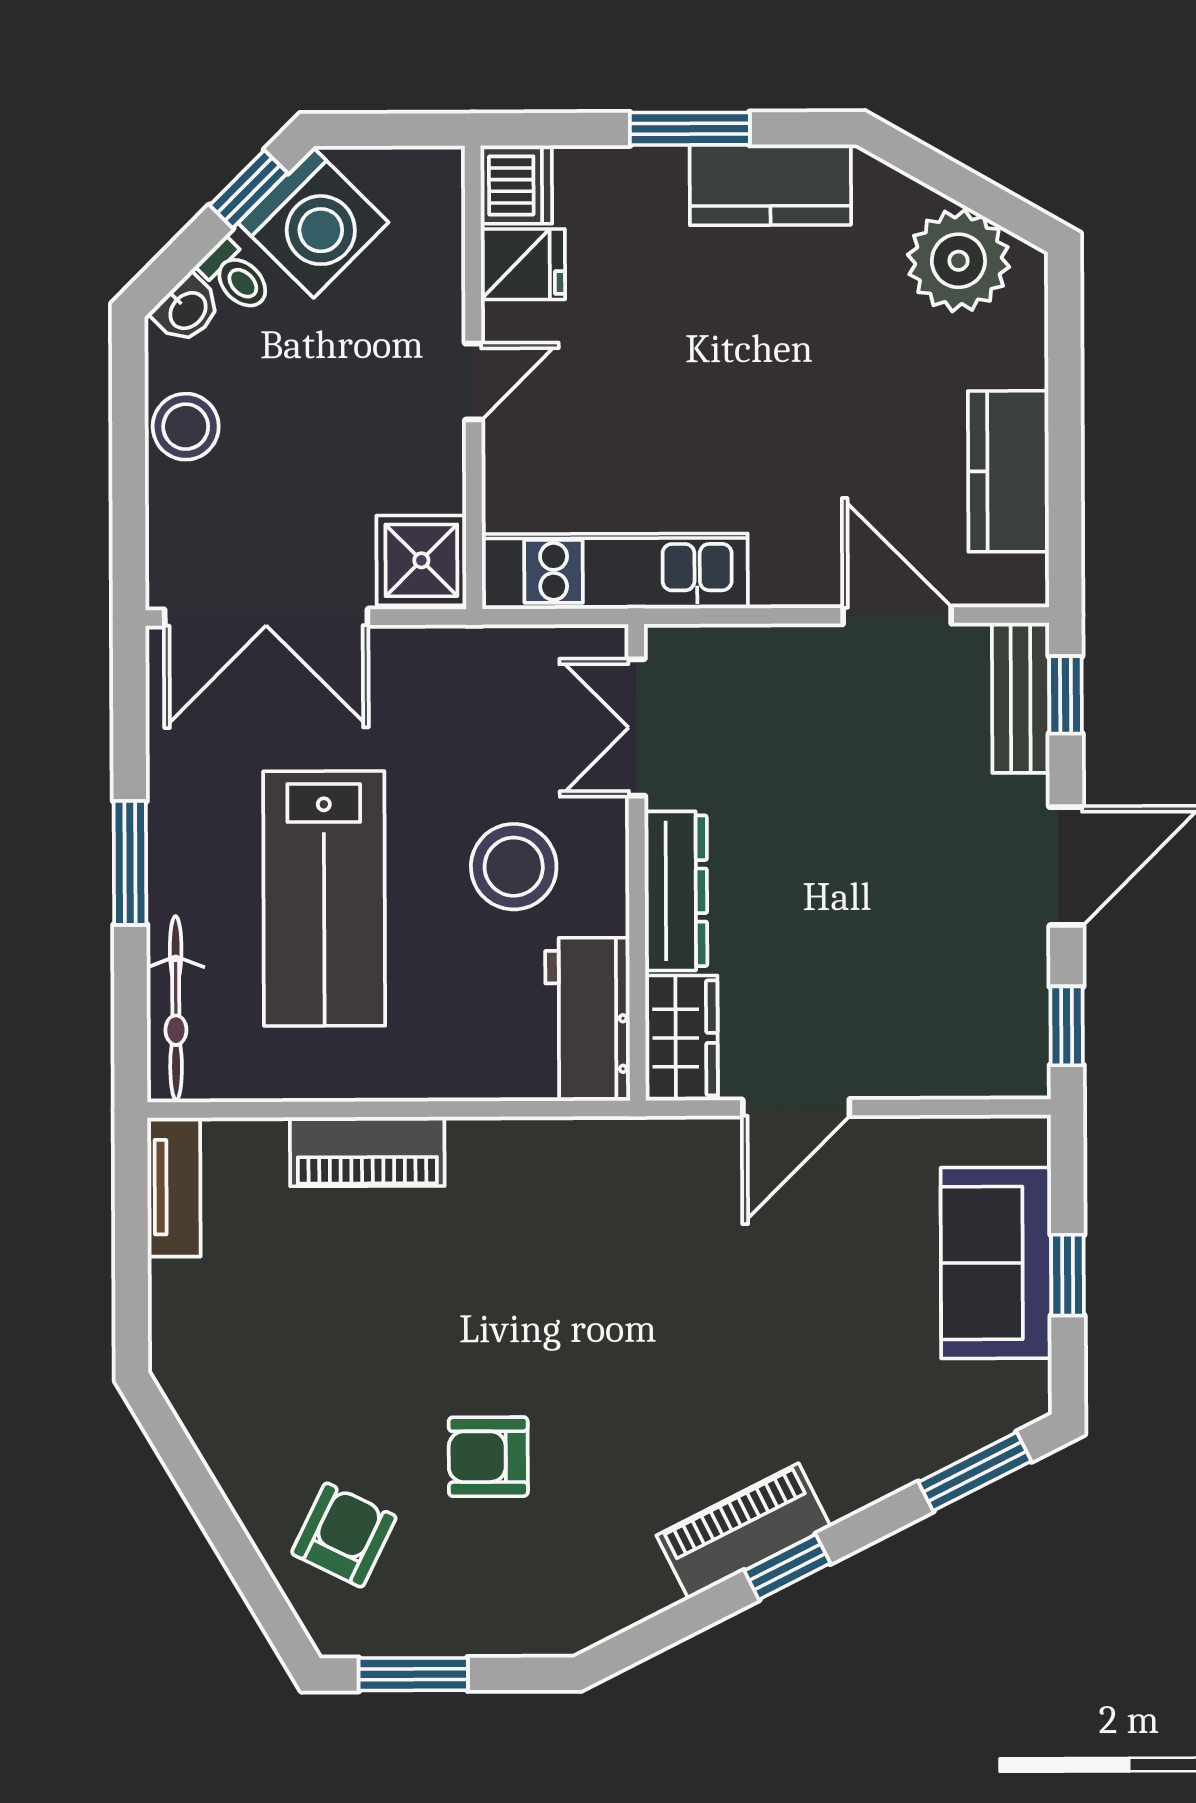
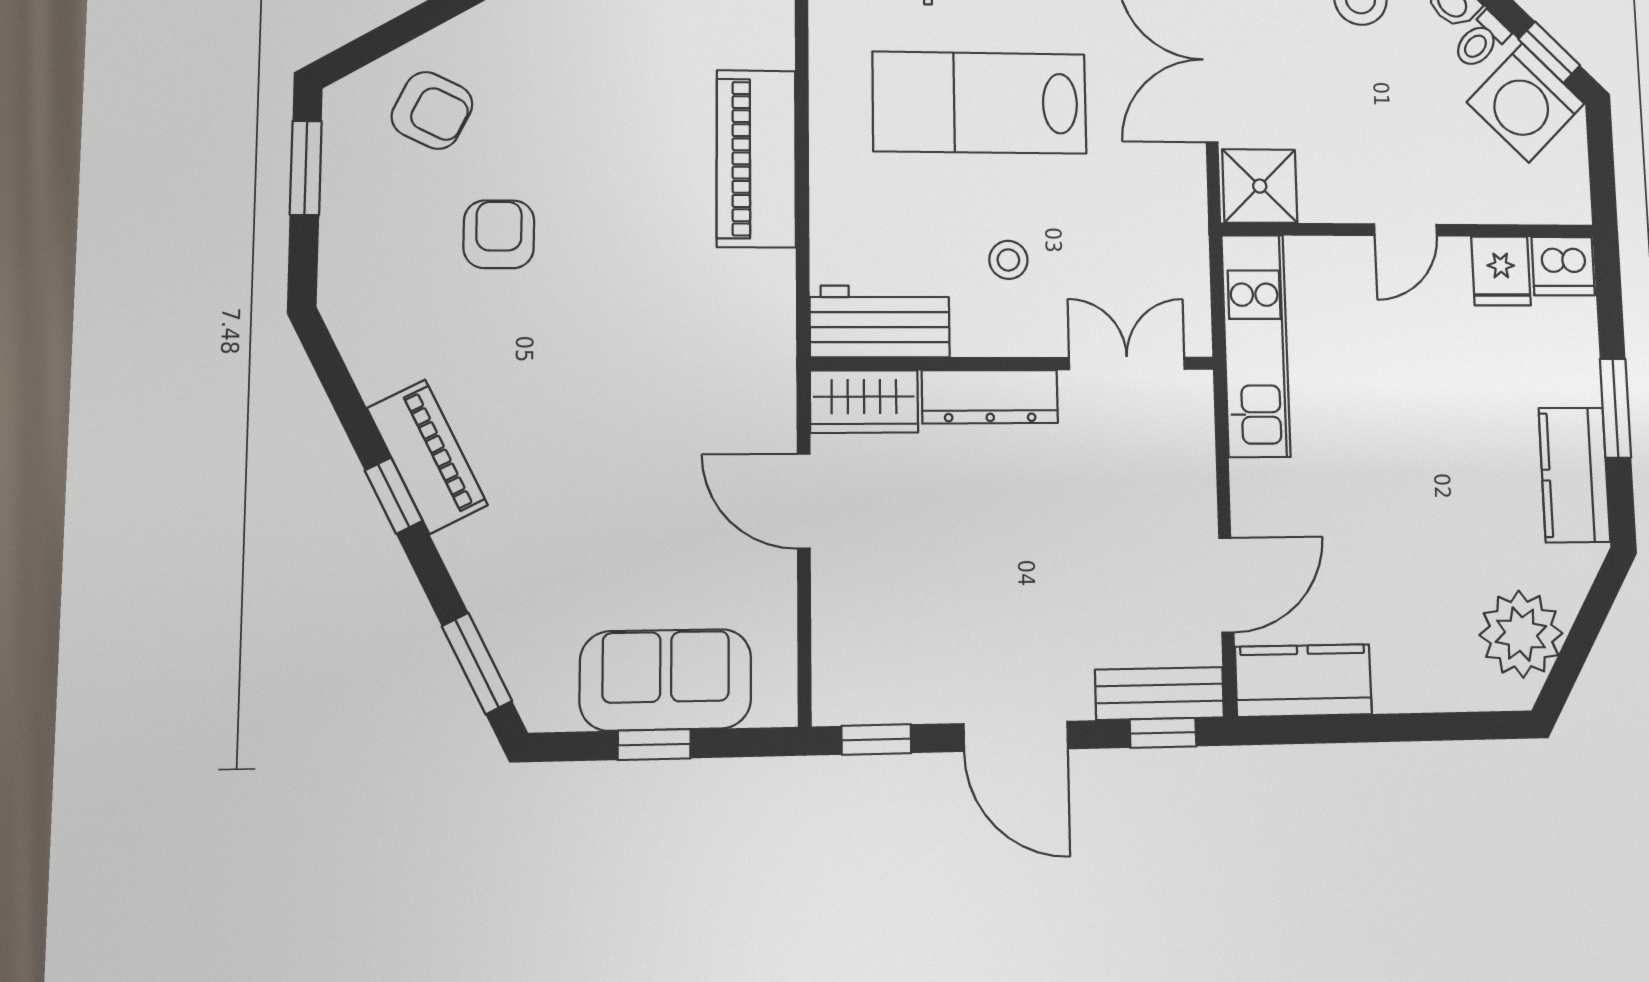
door: (473, 382) -> (1406, 230), hinge flipped
kitchen counter: (1008, 471) -> (1303, 680), moved
stool: (514, 867) -> (1008, 260), width x0.53, depth x0.53
piano: (367, 1152) -> (756, 159), width x1.37, depth x1.33

